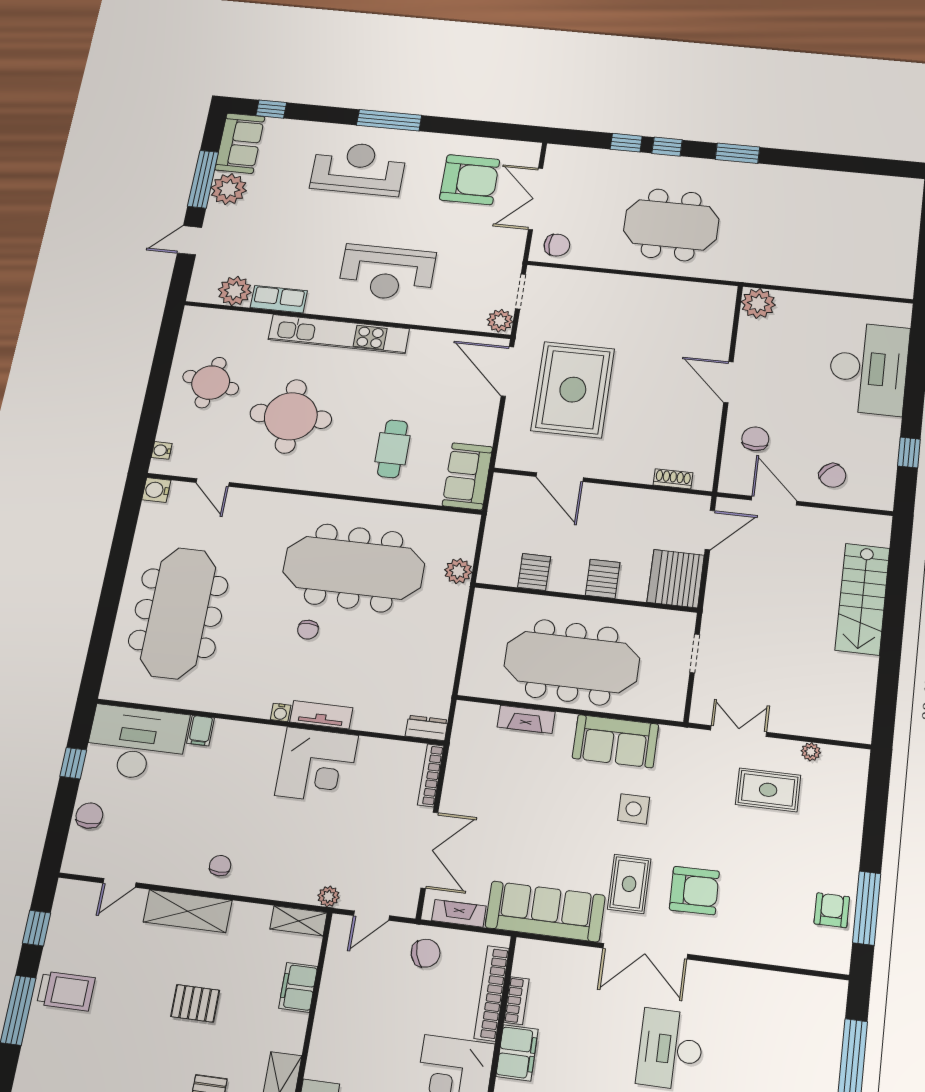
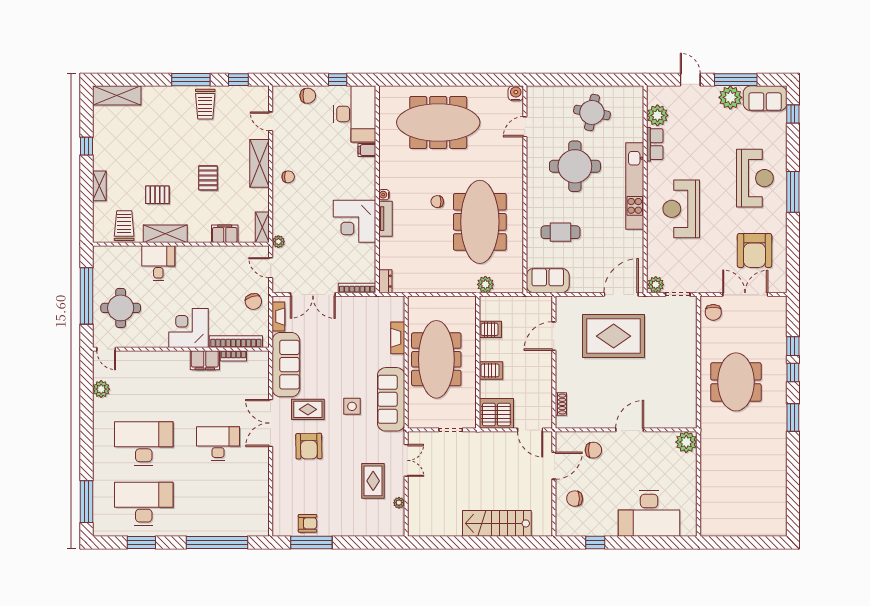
water cooler: (162, 450) -> (542, 91), removed
chair: (833, 475) -> (575, 499), turned 45
sofa: (615, 741) -> (391, 399), width x1.36

